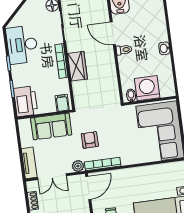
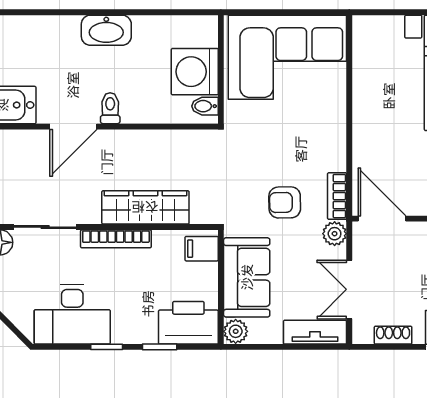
washbasin: (164, 48) -> (106, 30), width x1.91, depth x1.45
wardrobe: (77, 66) -> (145, 207), width x1.50
plant: (24, 125) -> (236, 331), added
bookcase: (103, 164) -> (337, 196), width x0.64
double door: (52, 177) -> (349, 289), swing flipped

